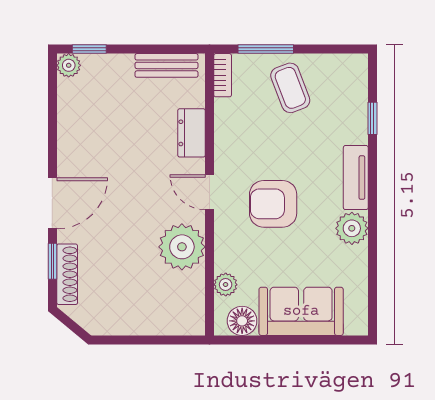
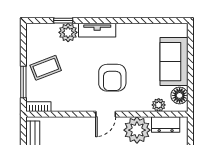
dresser: (192, 133) -> (166, 124), moved
plant: (352, 228) -> (68, 32), moved

